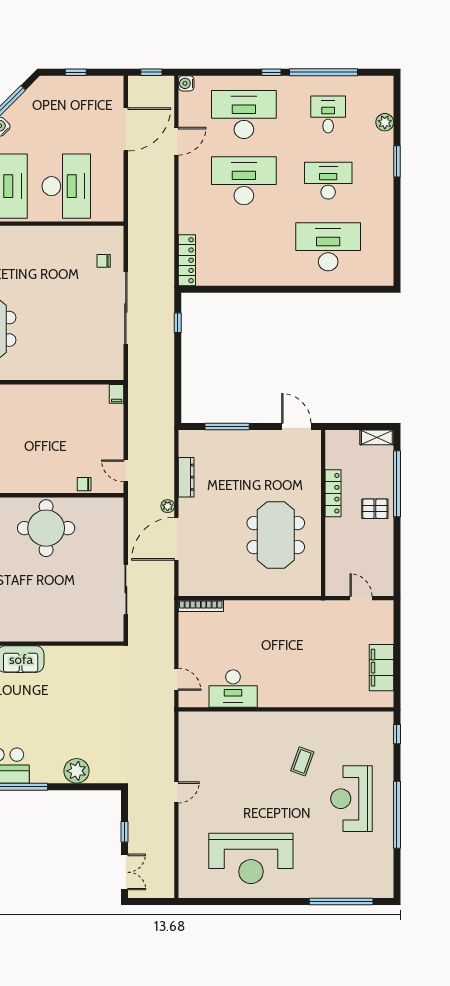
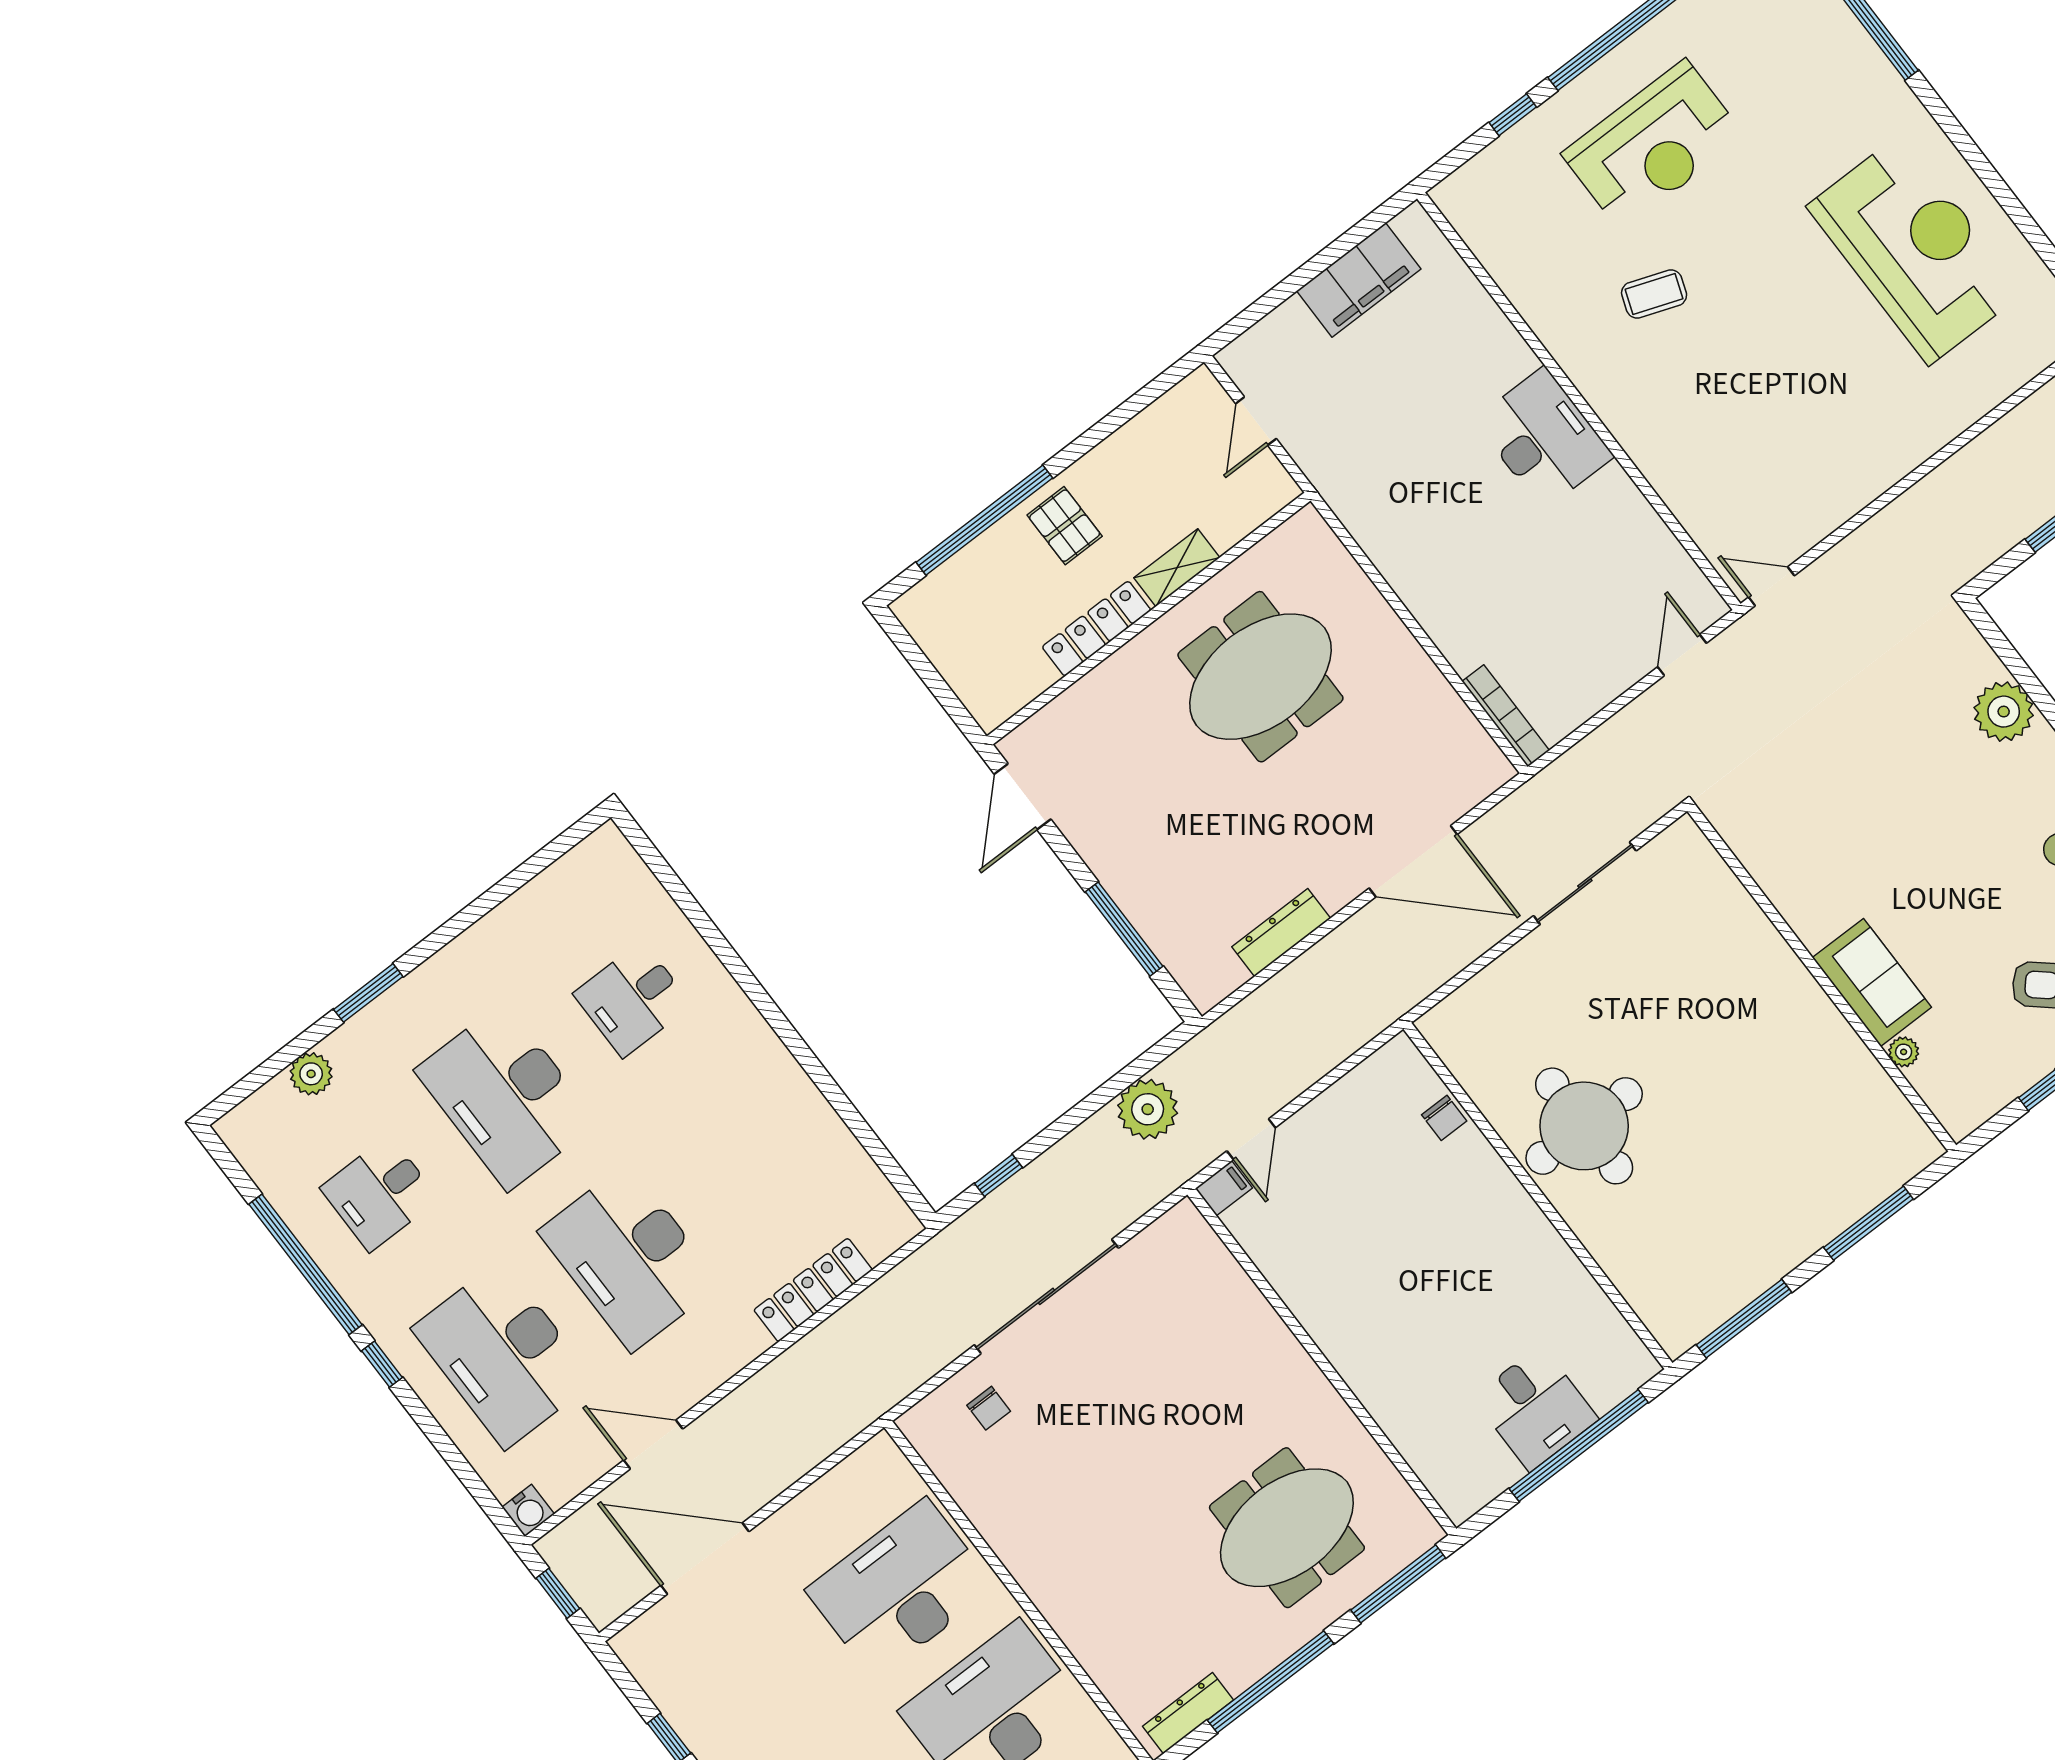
desk: (328, 181) -> (506, 1096), width x1.36, depth x1.30
desk: (328, 247) -> (632, 999), width x0.53, depth x0.77
locker: (187, 260) -> (813, 1290), moved
shelving: (377, 437) -> (1177, 568), moved, turned 90
door: (126, 471) -> (1251, 1139), moved
plant: (168, 506) -> (1148, 1109), moved, width x1.88, depth x1.88
desk: (233, 689) -> (1544, 438), moved
window: (397, 734) -> (1513, 115), moved
door: (176, 792) -> (1771, 586), moved

